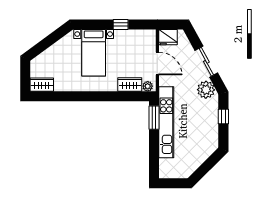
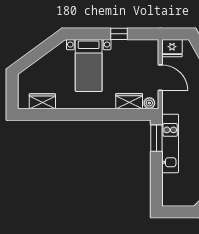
wardrobe: (42, 85) -> (42, 101), moved
kitchen unit: (166, 122) -> (170, 143), width x0.73

